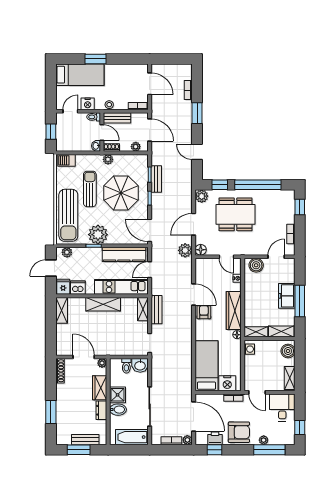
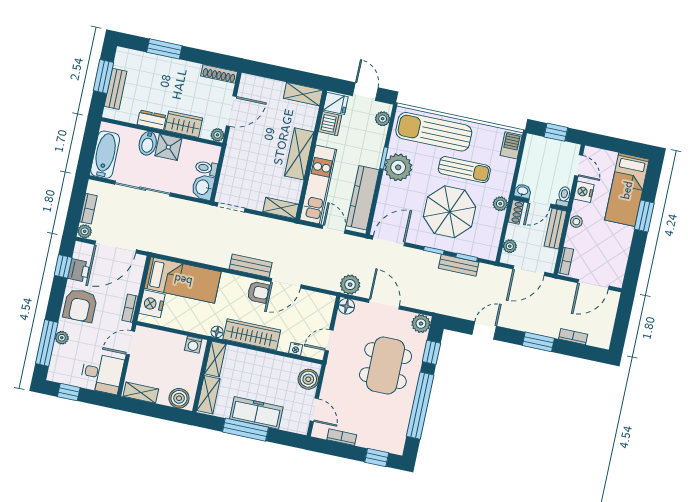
freezer: (287, 296) -> (256, 413), width x1.40
bench: (157, 310) -> (251, 266), moved

